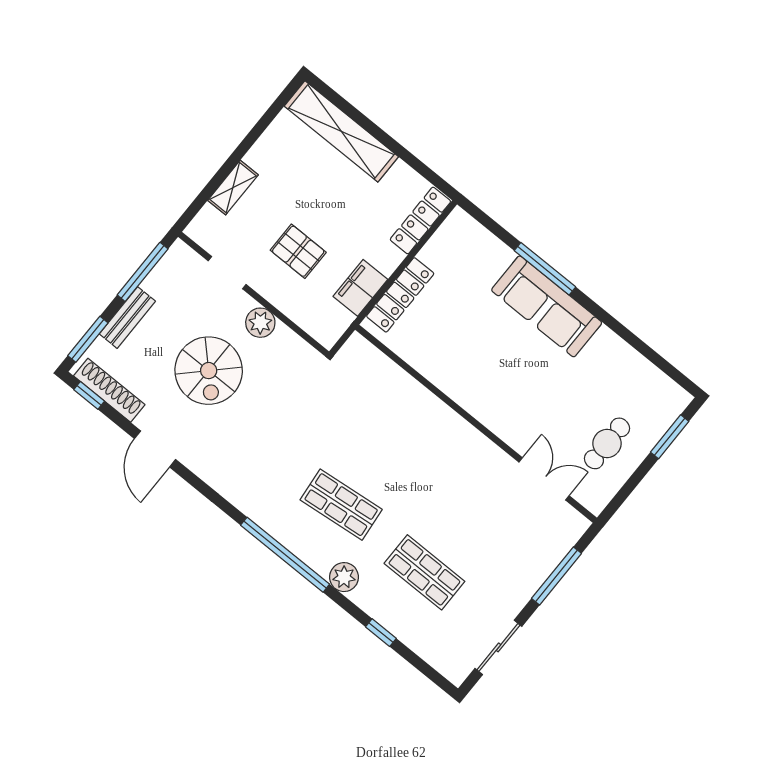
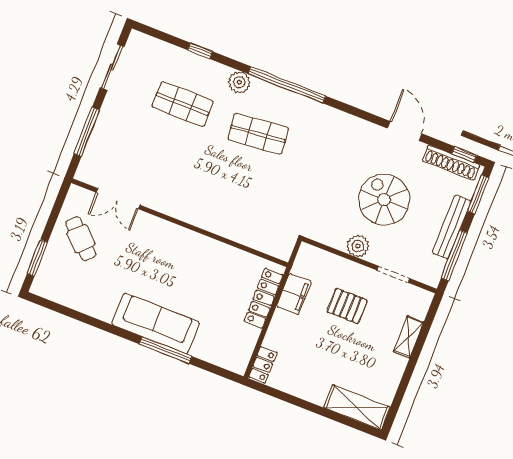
shelving: (341, 131) -> (357, 407), width x0.68
locker: (420, 220) -> (263, 365), width x0.66
bench: (127, 318) -> (452, 227), width x1.36
cafe table: (607, 443) -> (81, 239), turned -46

